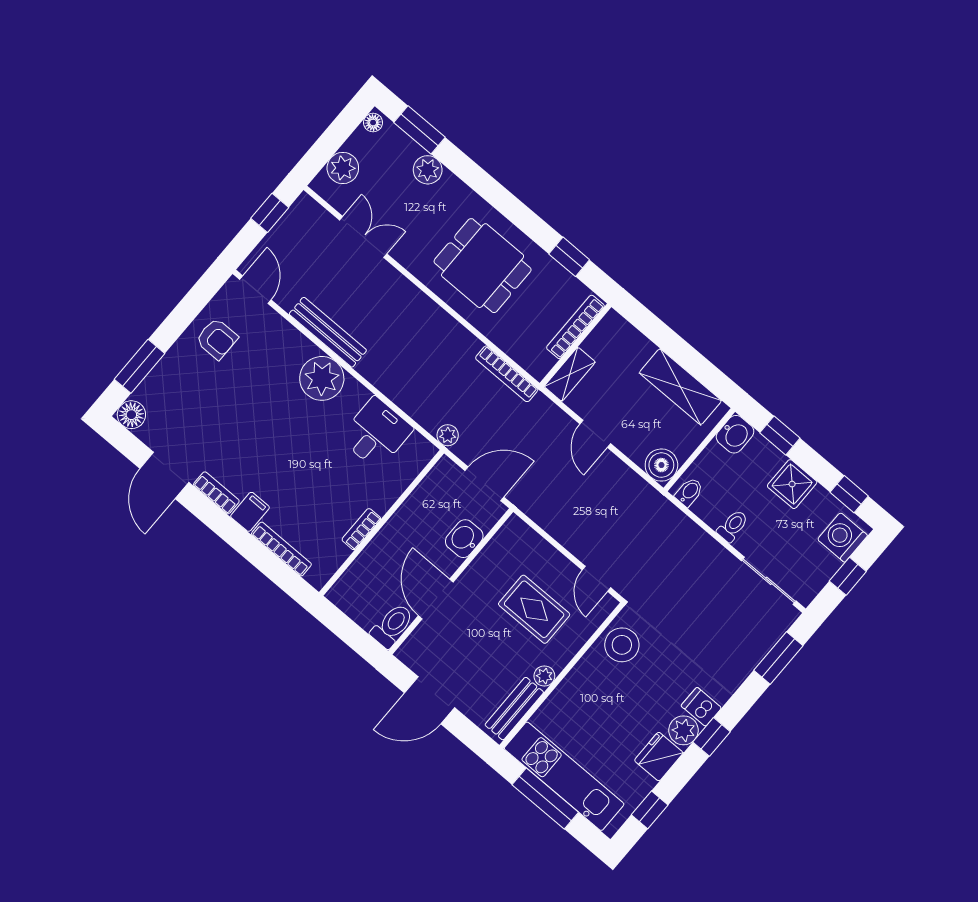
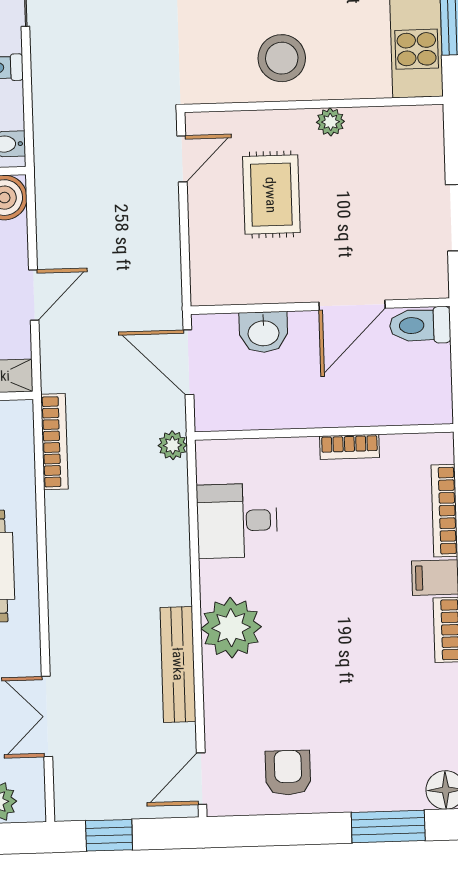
stool: (622, 645) -> (282, 58), moved
bench: (514, 709) -> (392, 123), removed

